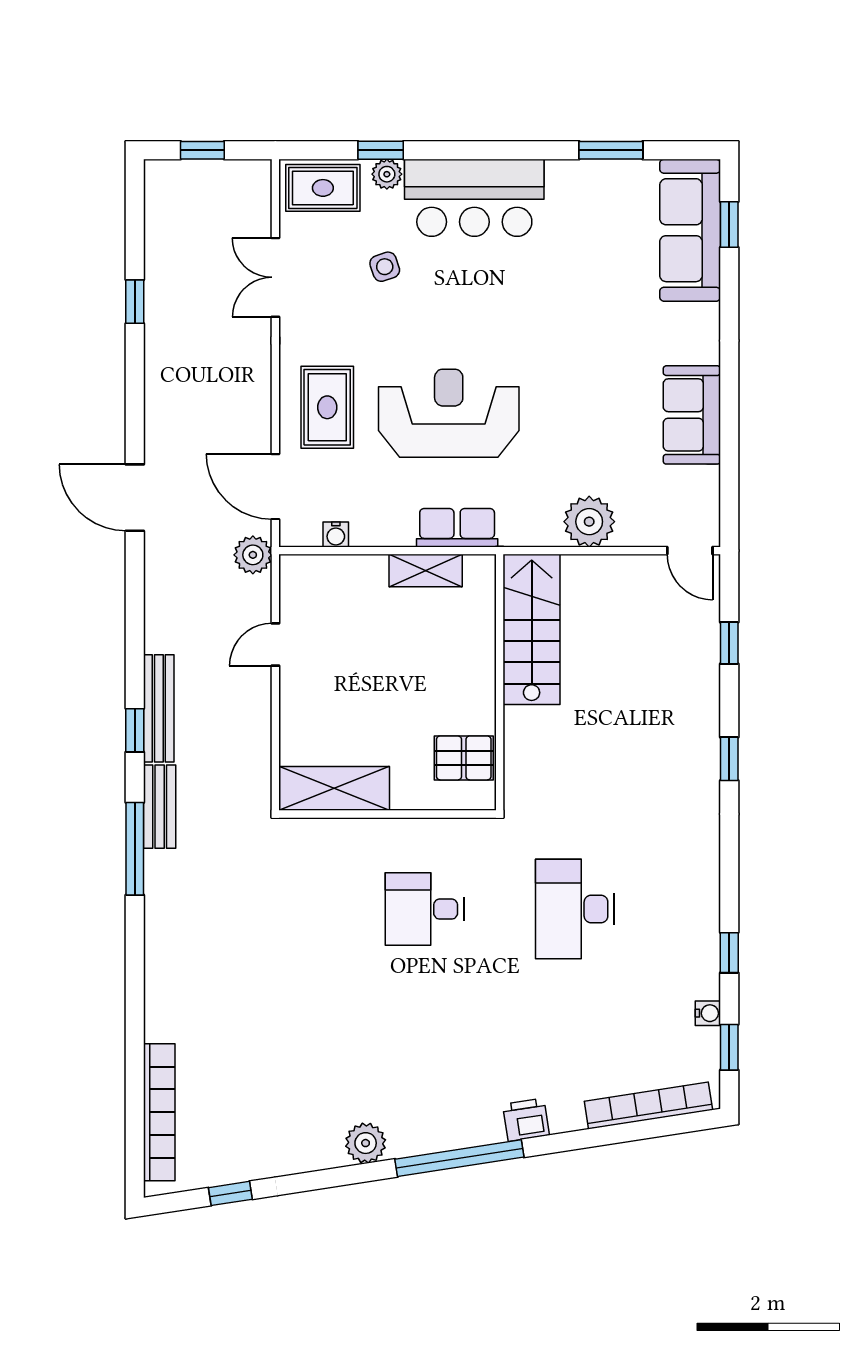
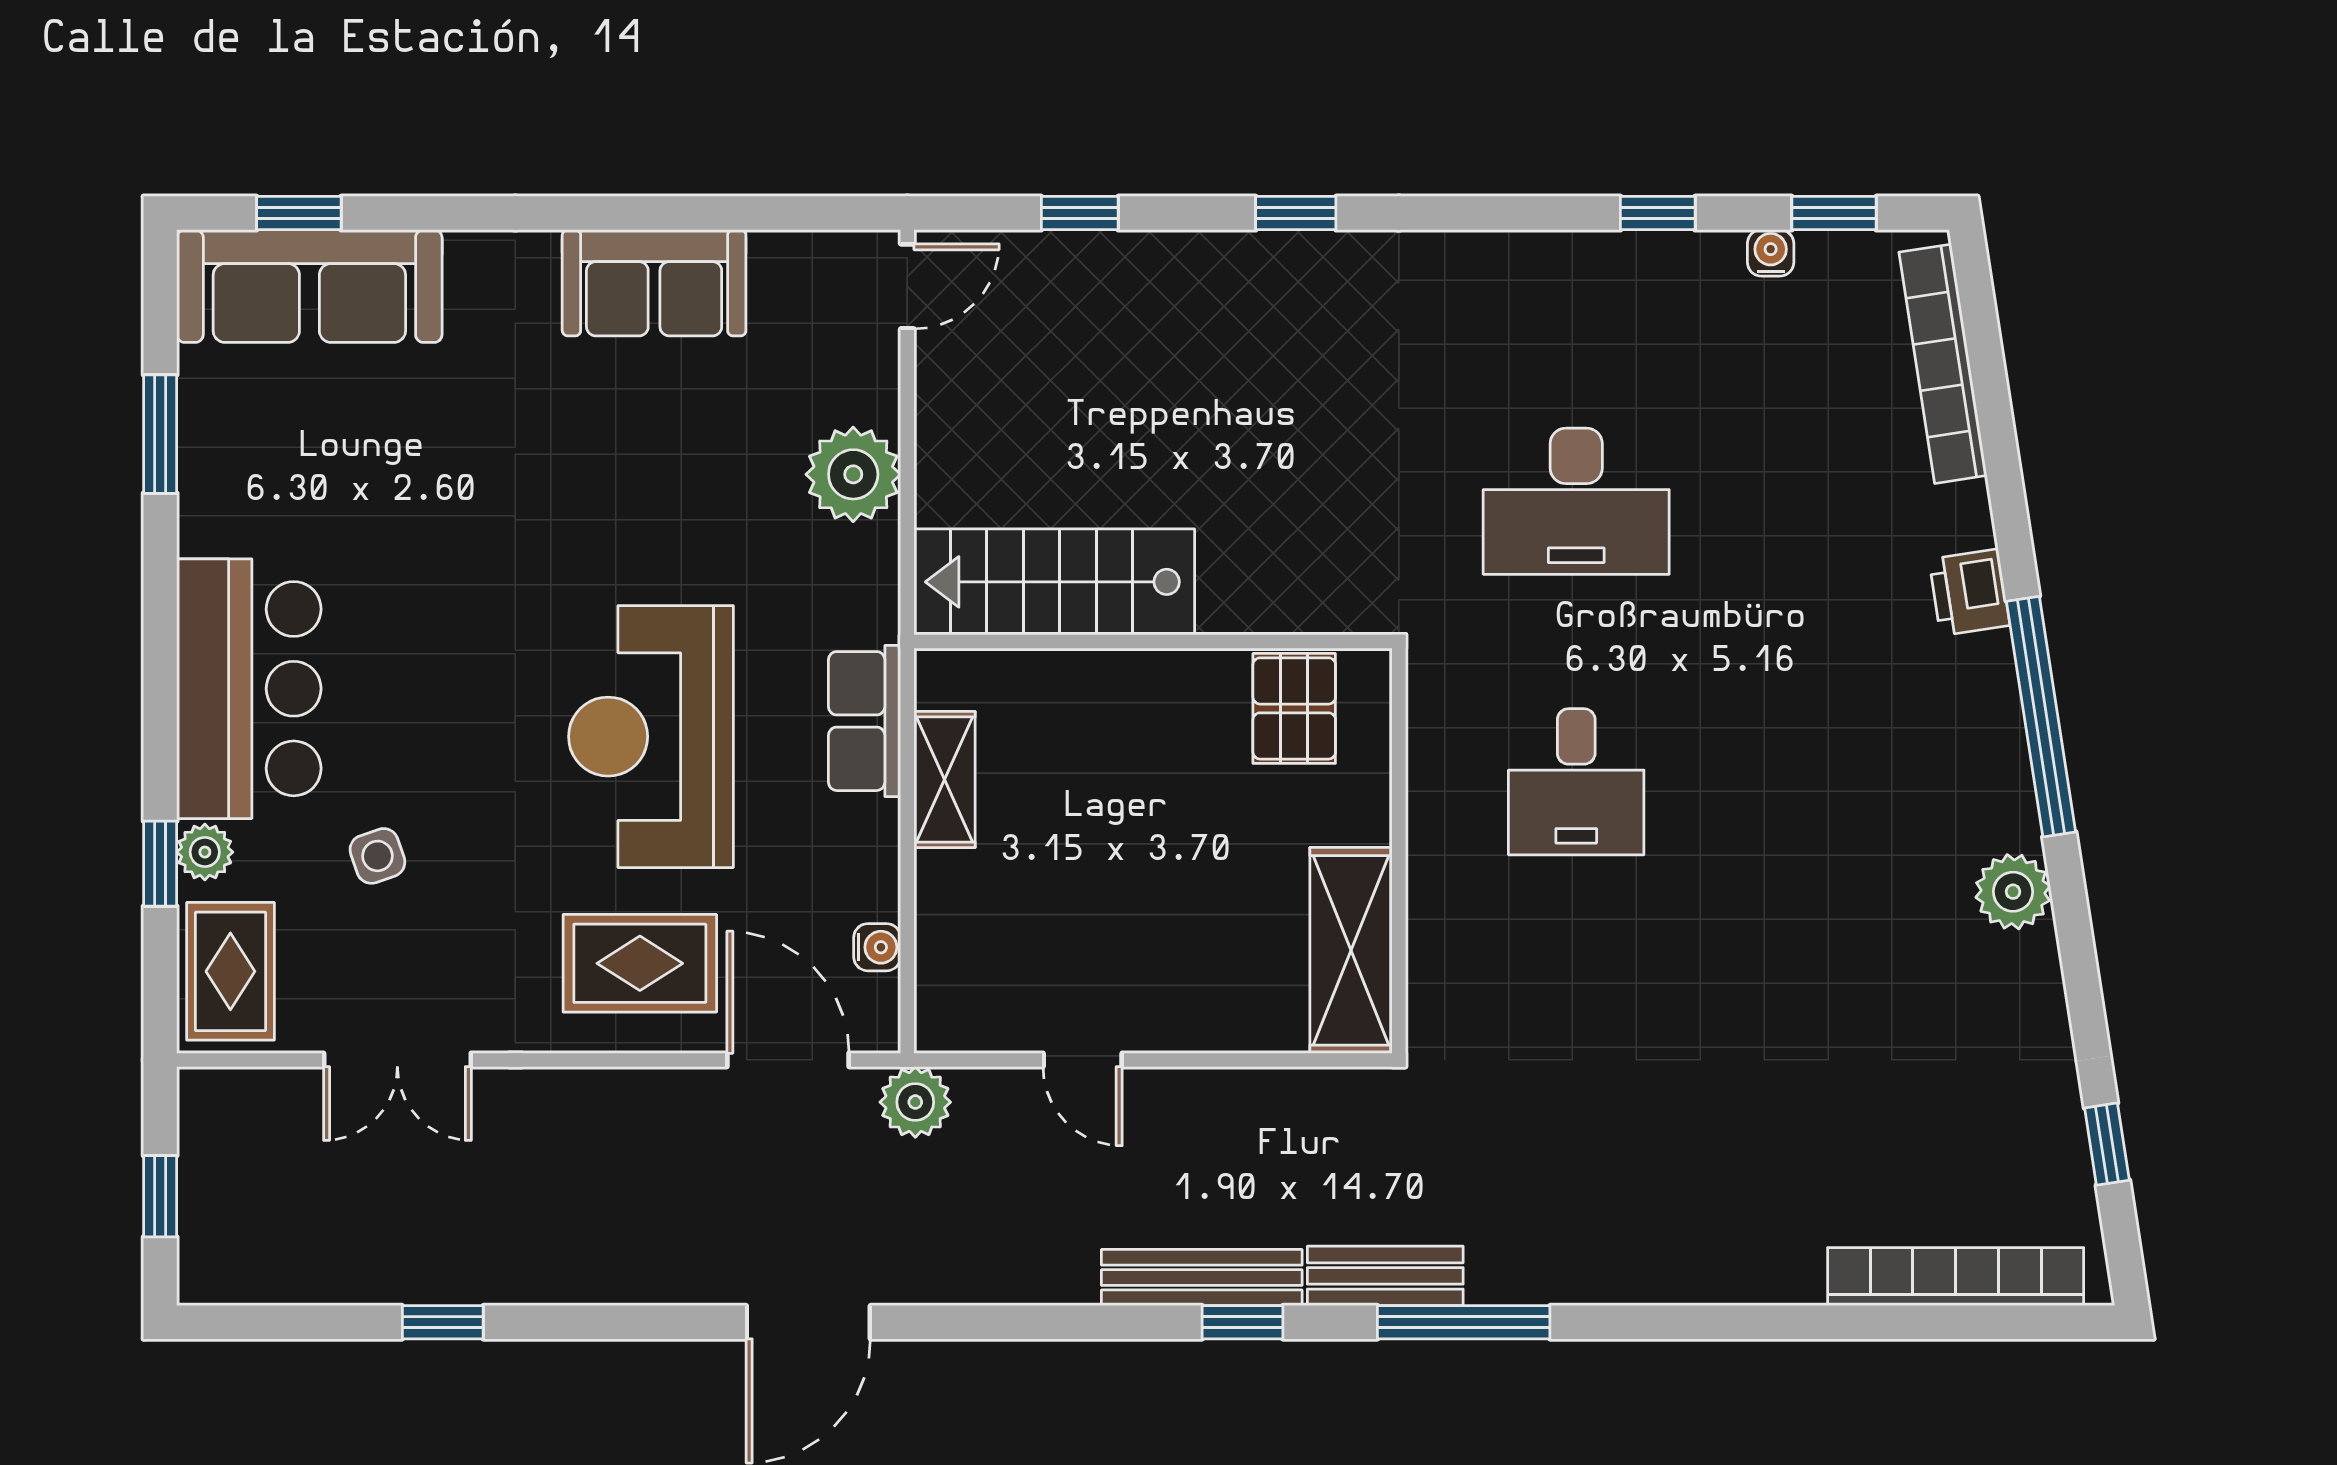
door: (275, 487) -> (788, 1060), swing flipped

